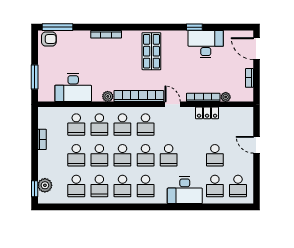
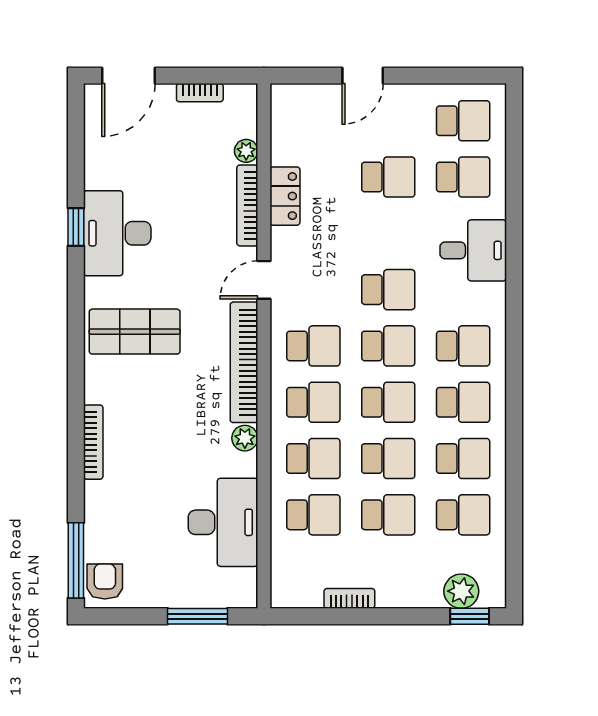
desk: (206, 44) -> (117, 233), moved
desk: (185, 190) -> (473, 250), width x0.73

